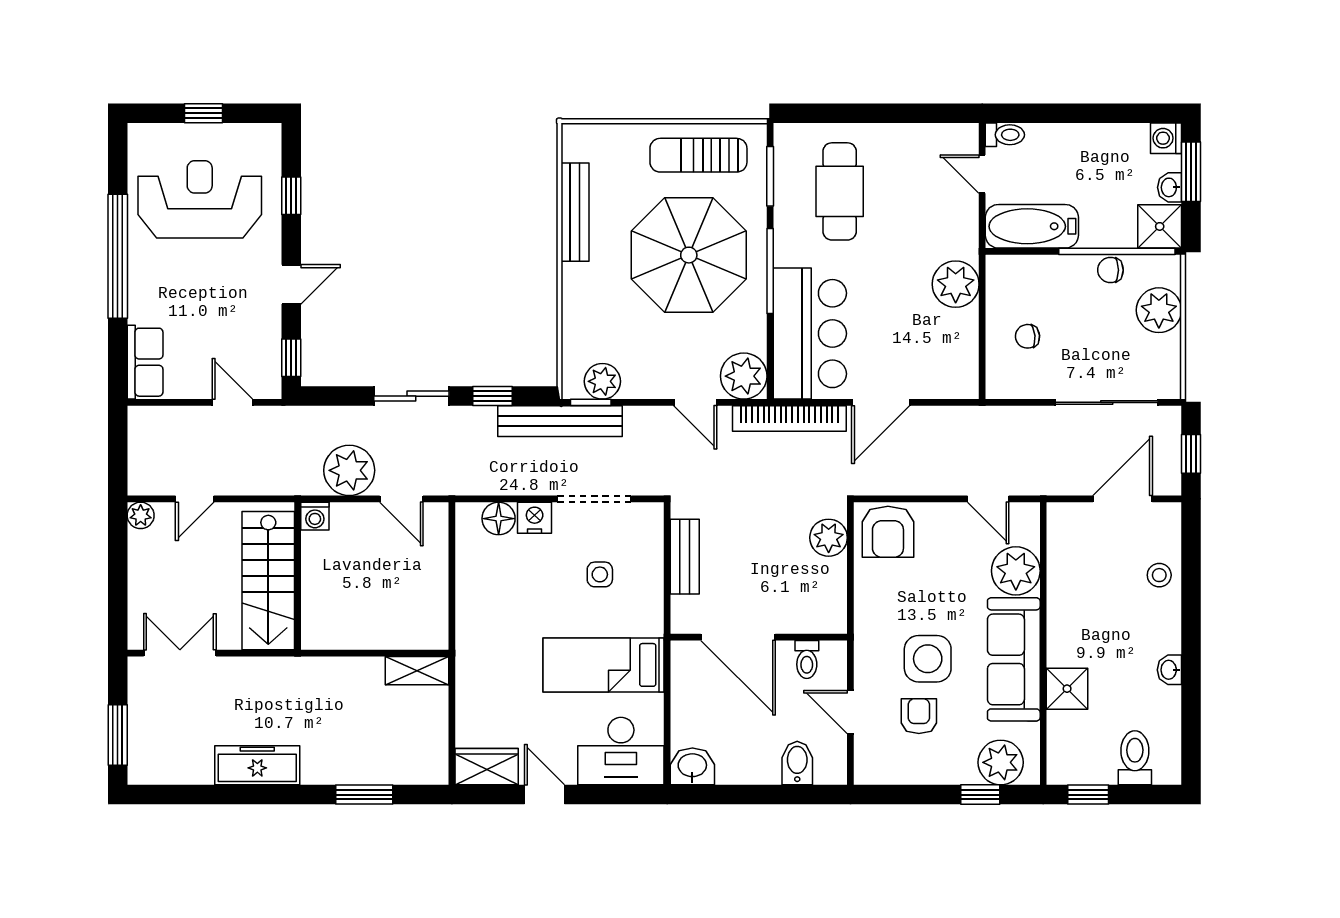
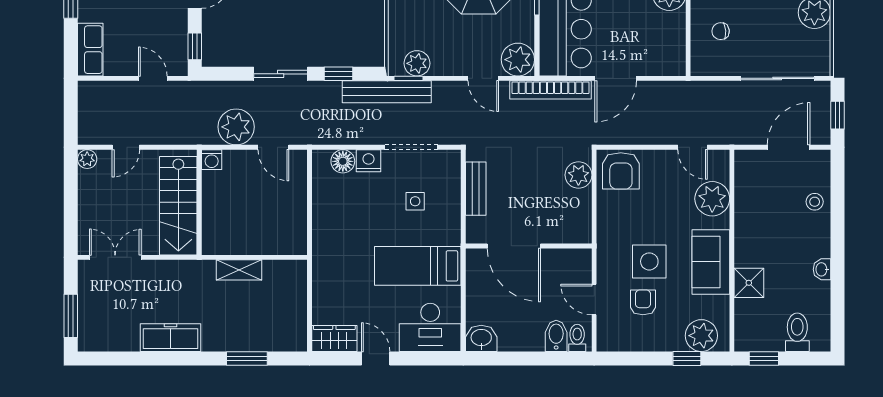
toilet: (807, 659) -> (577, 338), moved, turned 180
sofa: (1014, 659) -> (711, 262), width x0.73
shelving: (417, 671) -> (239, 270), moved

